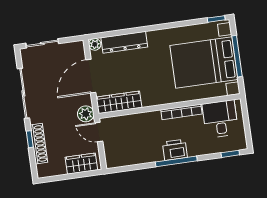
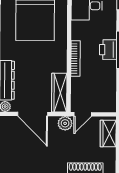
bookcase: (181, 112) -> (75, 58), moved

